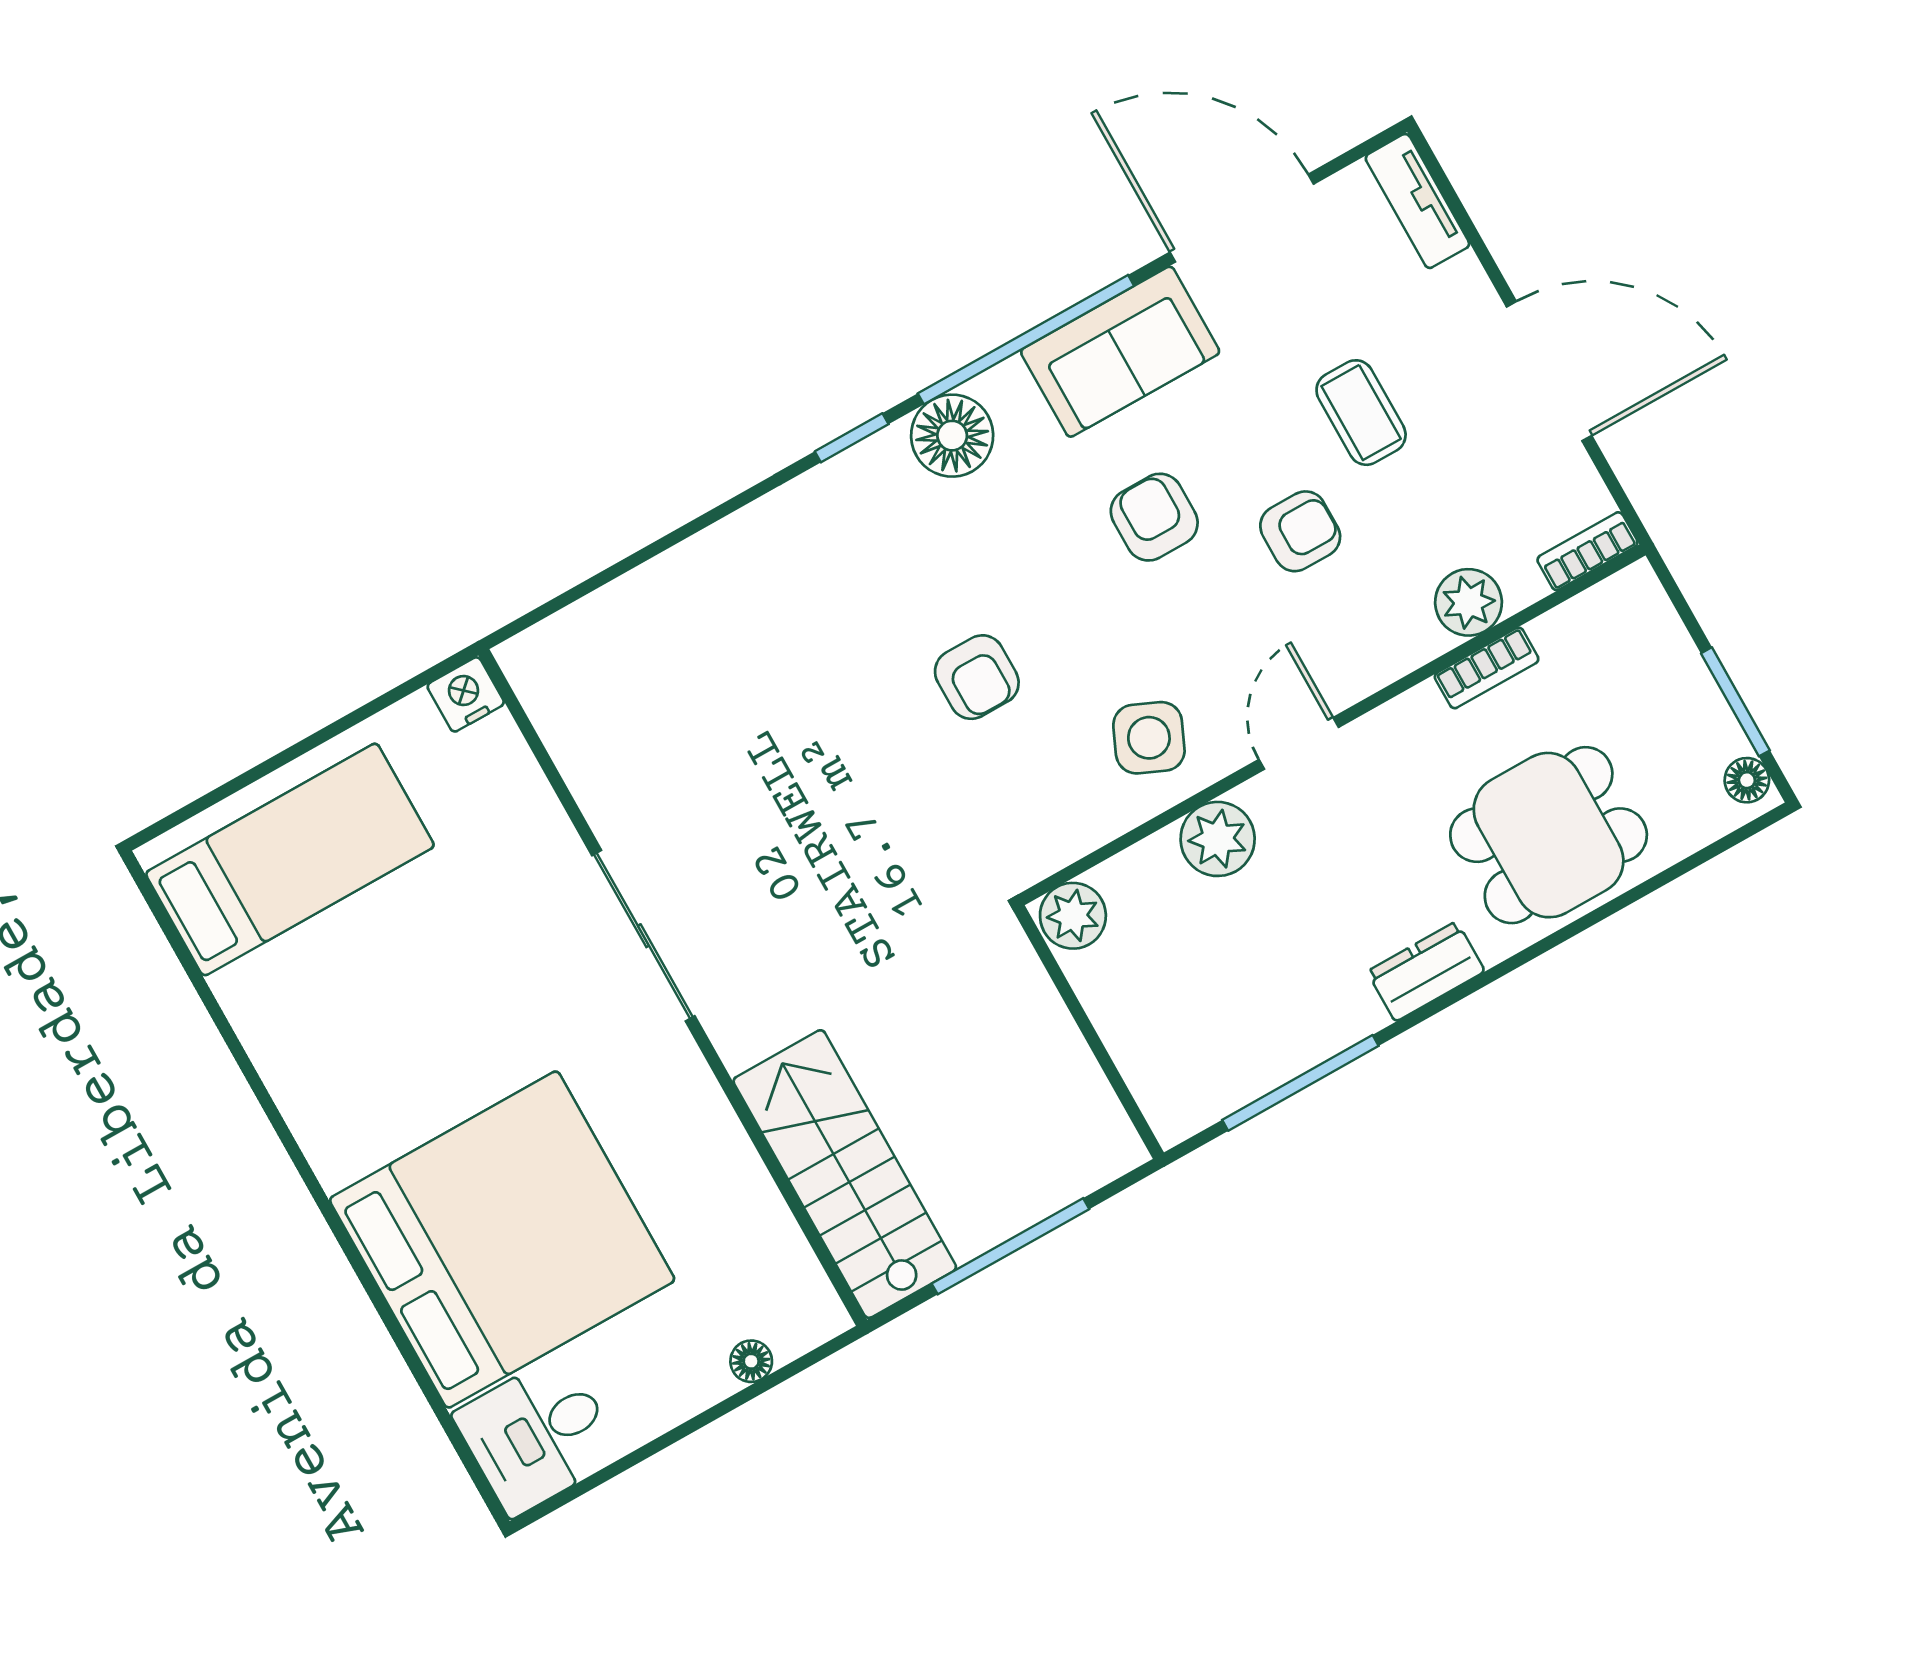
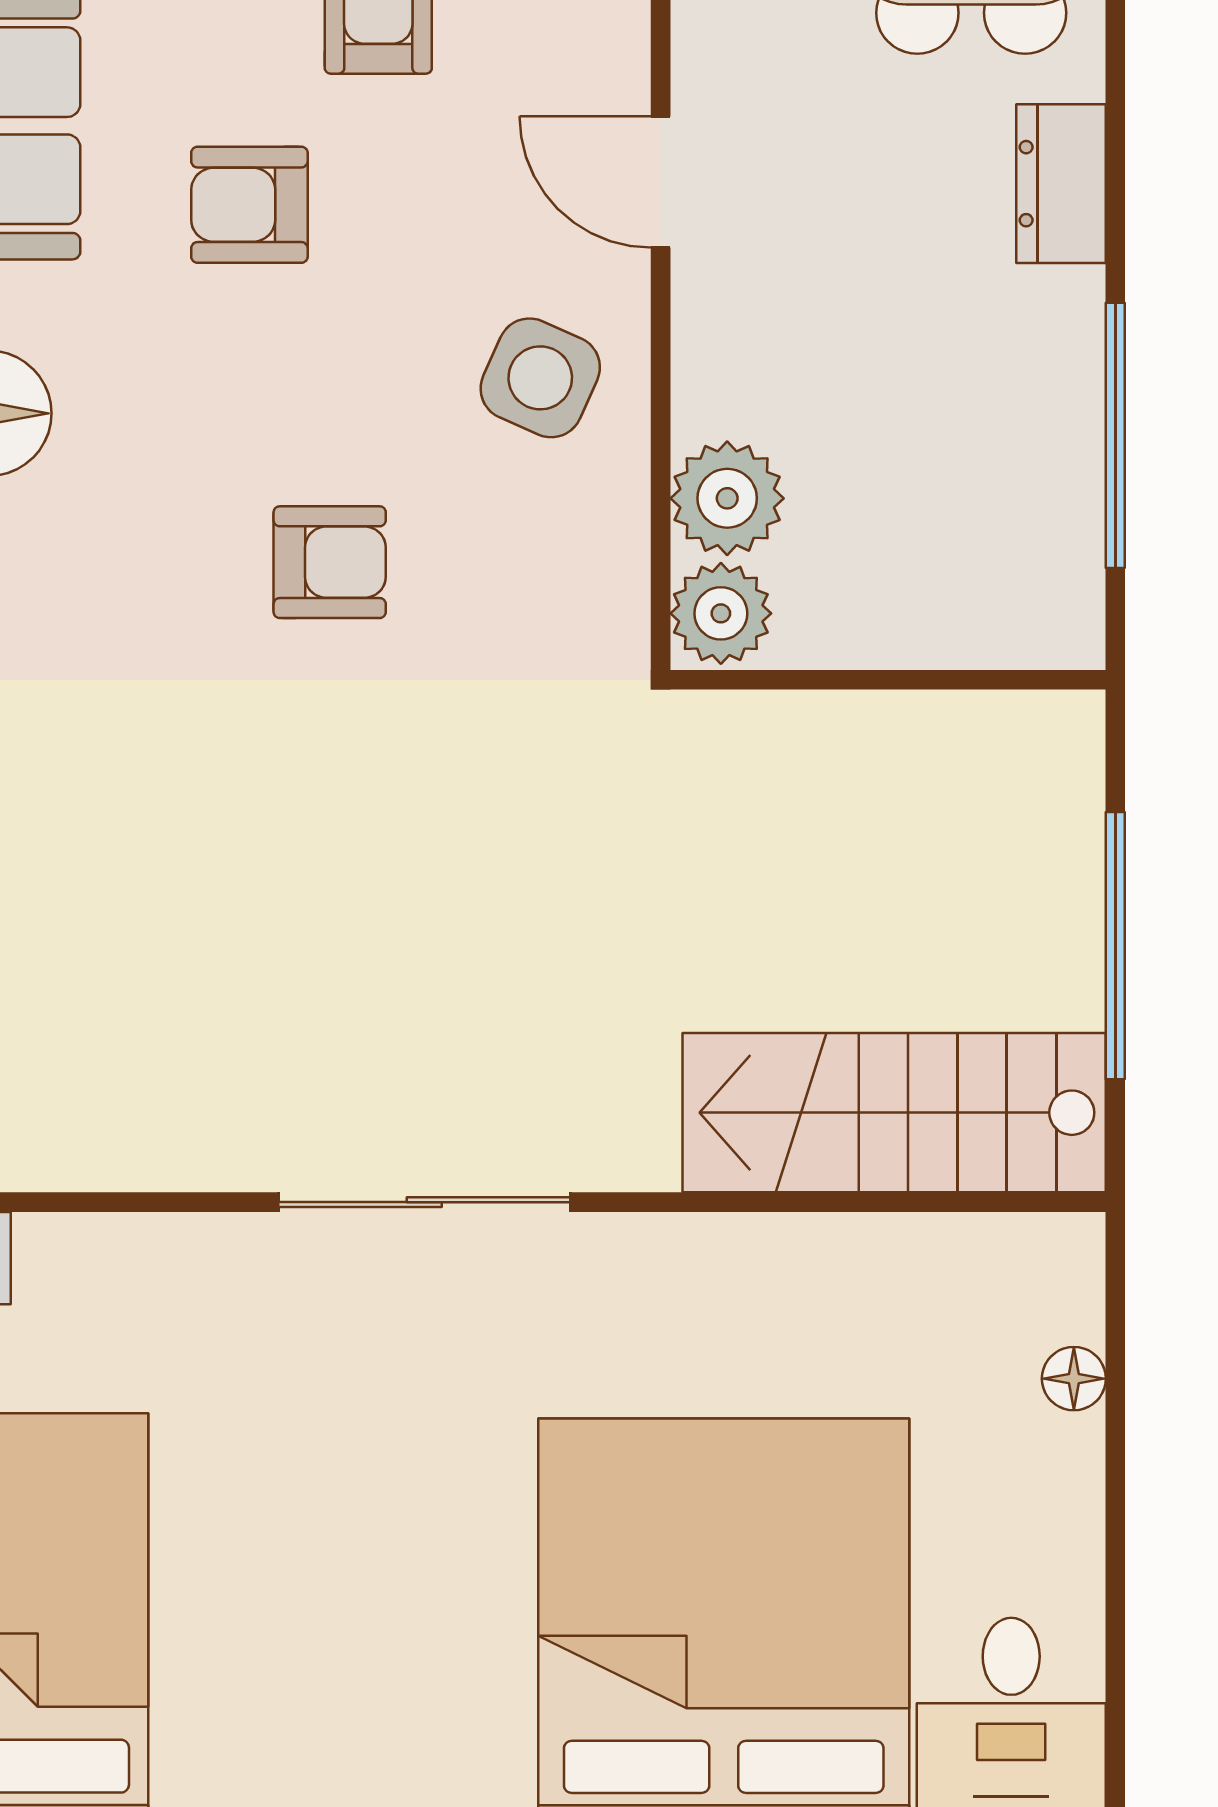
plant: (1218, 839) -> (727, 498), moved

